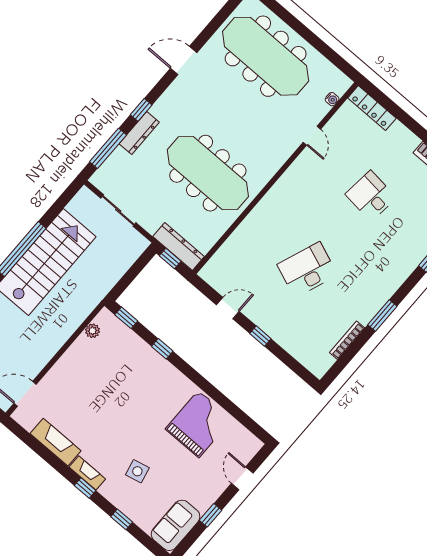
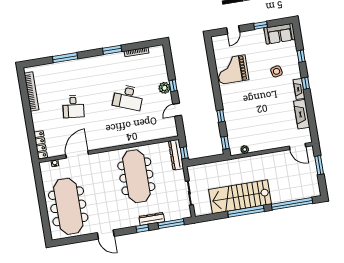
door: (312, 136) -> (77, 155), width x1.88
door: (228, 308) -> (177, 110), hinge flipped
plant: (269, 323) -> (164, 88), added

